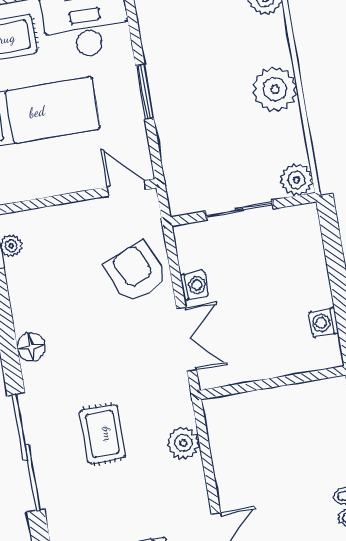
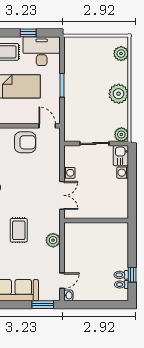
kitchen sink: (304, 227) -> (121, 156), added
armchair: (136, 272) -> (25, 142), moved, turned 114
washing machine: (324, 322) -> (123, 173), moved

